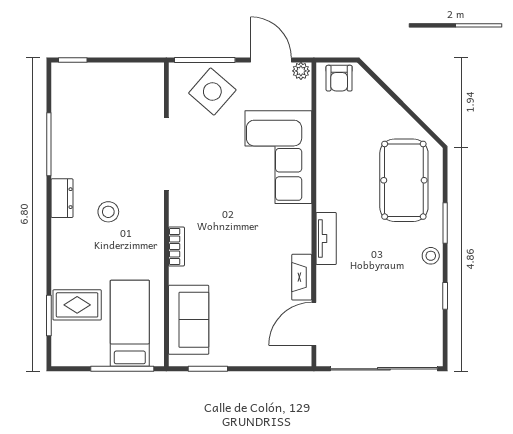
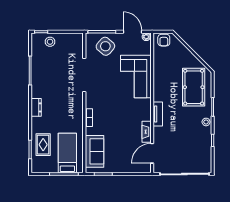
dresser: (62, 198) -> (36, 107), moved
stool: (108, 212) -> (50, 42), moved
rug: (77, 305) -> (43, 145), turned 90

